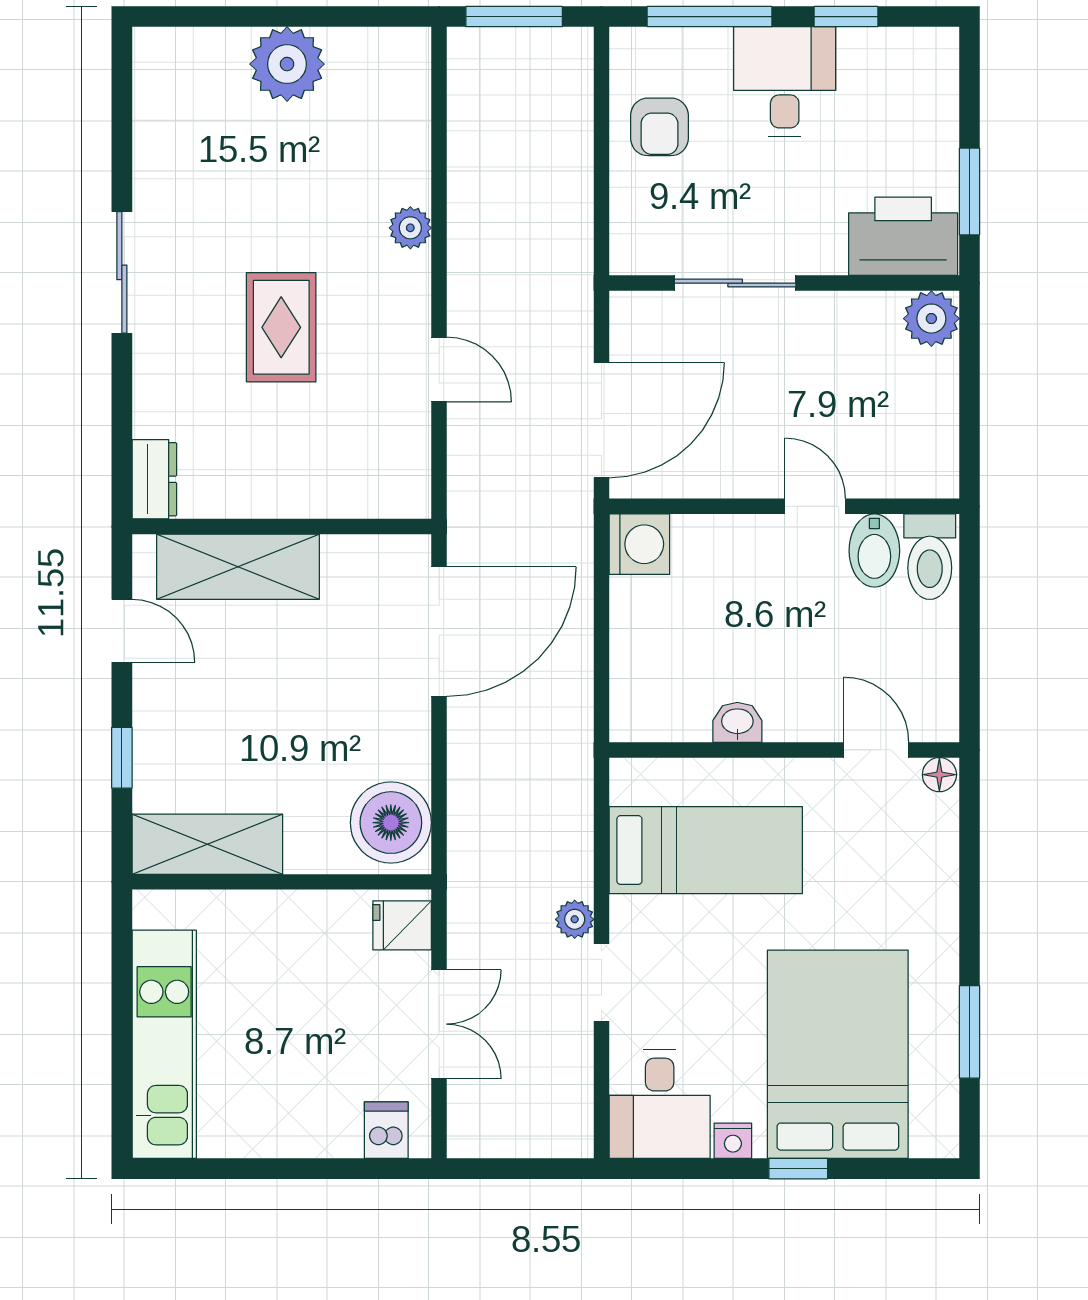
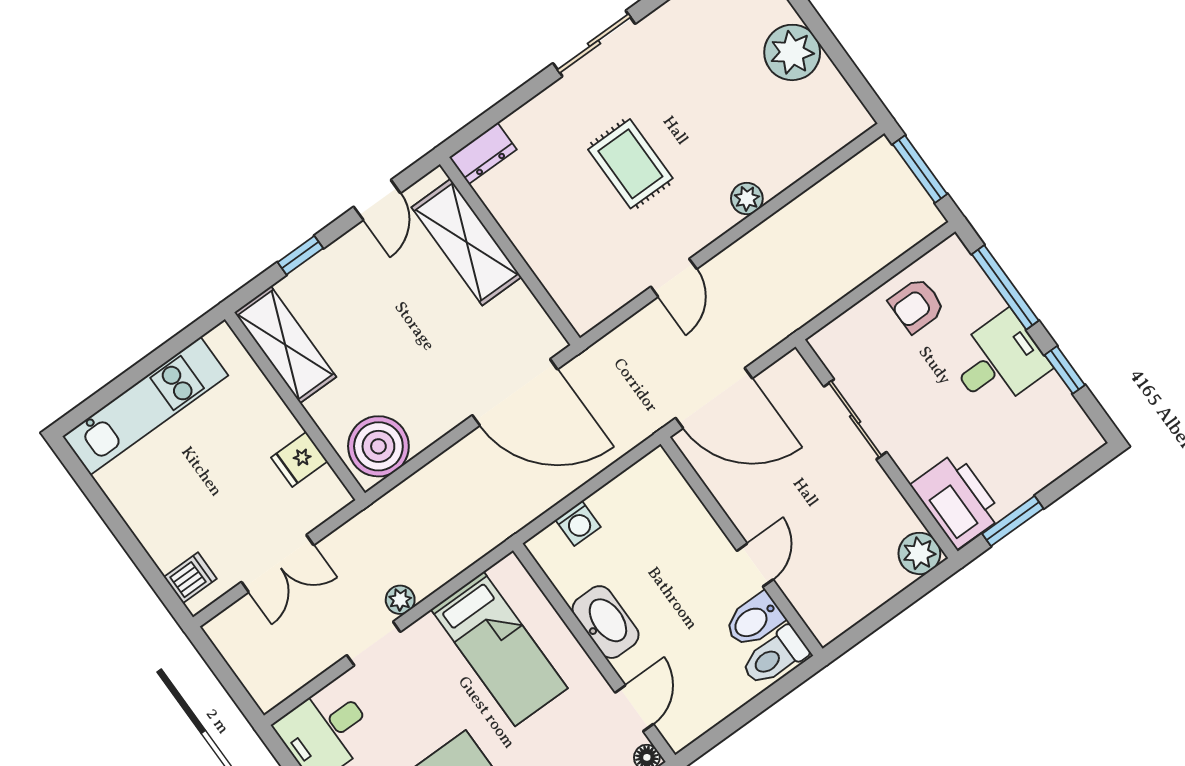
rug: (281, 327) -> (630, 164), turned 90
washing machine: (639, 544) -> (578, 523), moved, width x0.73, depth x0.73
washbasin: (737, 722) -> (606, 622), width x1.91, depth x1.45
fridge: (402, 925) -> (299, 459), moved, turned -90

